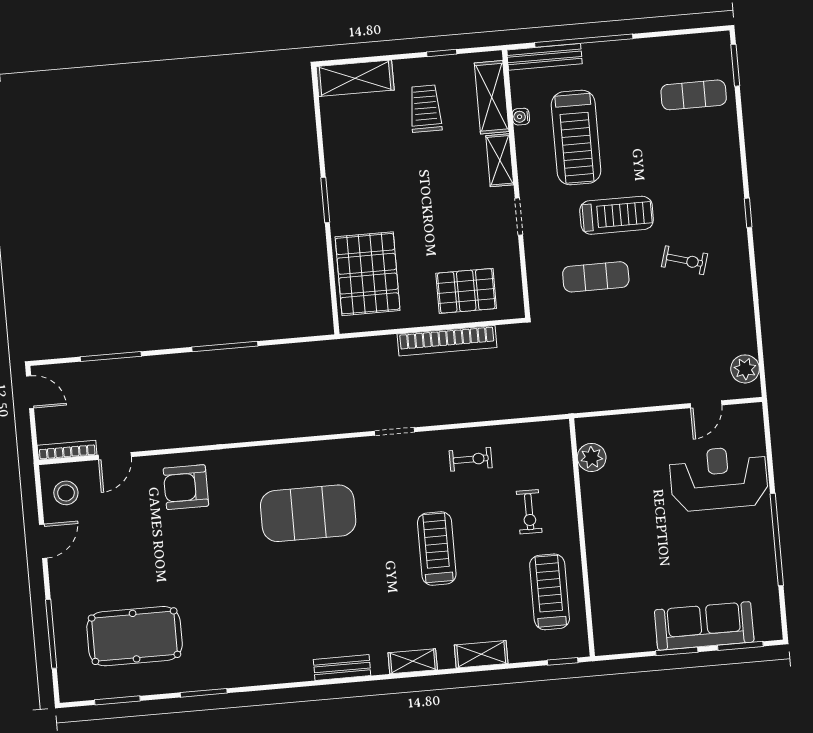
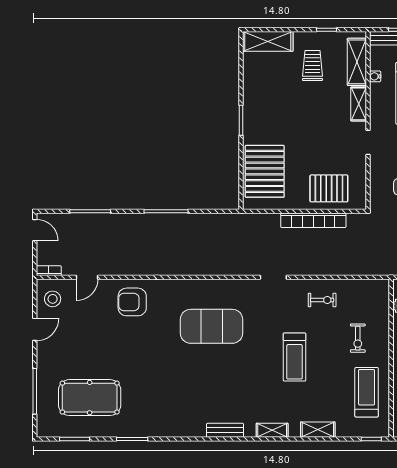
bookcase: (67, 450) -> (49, 271), width x0.64
treadmill: (437, 548) -> (295, 357), turned 180

